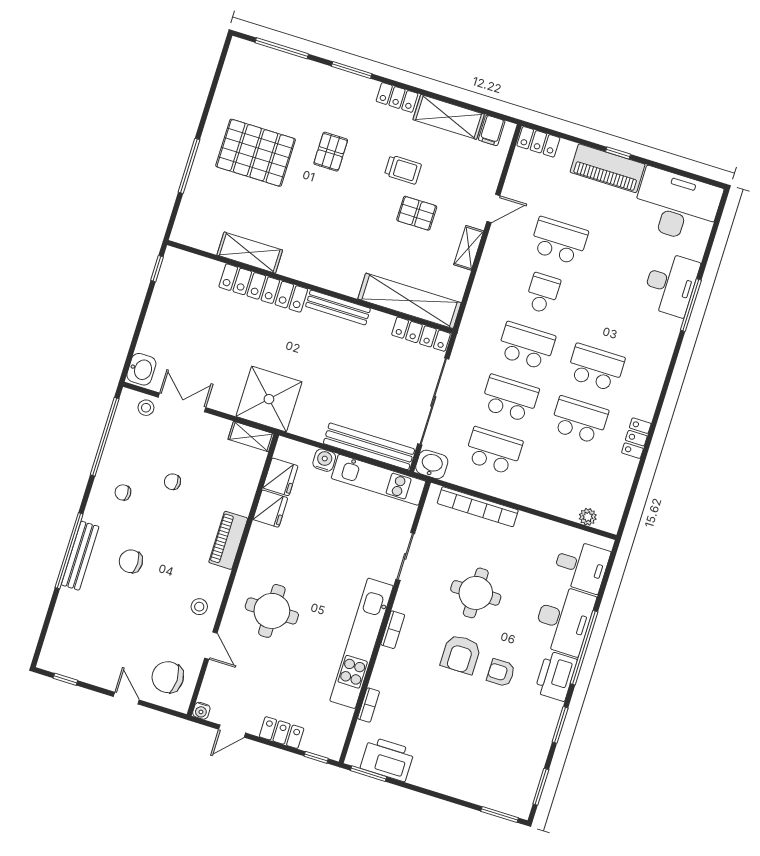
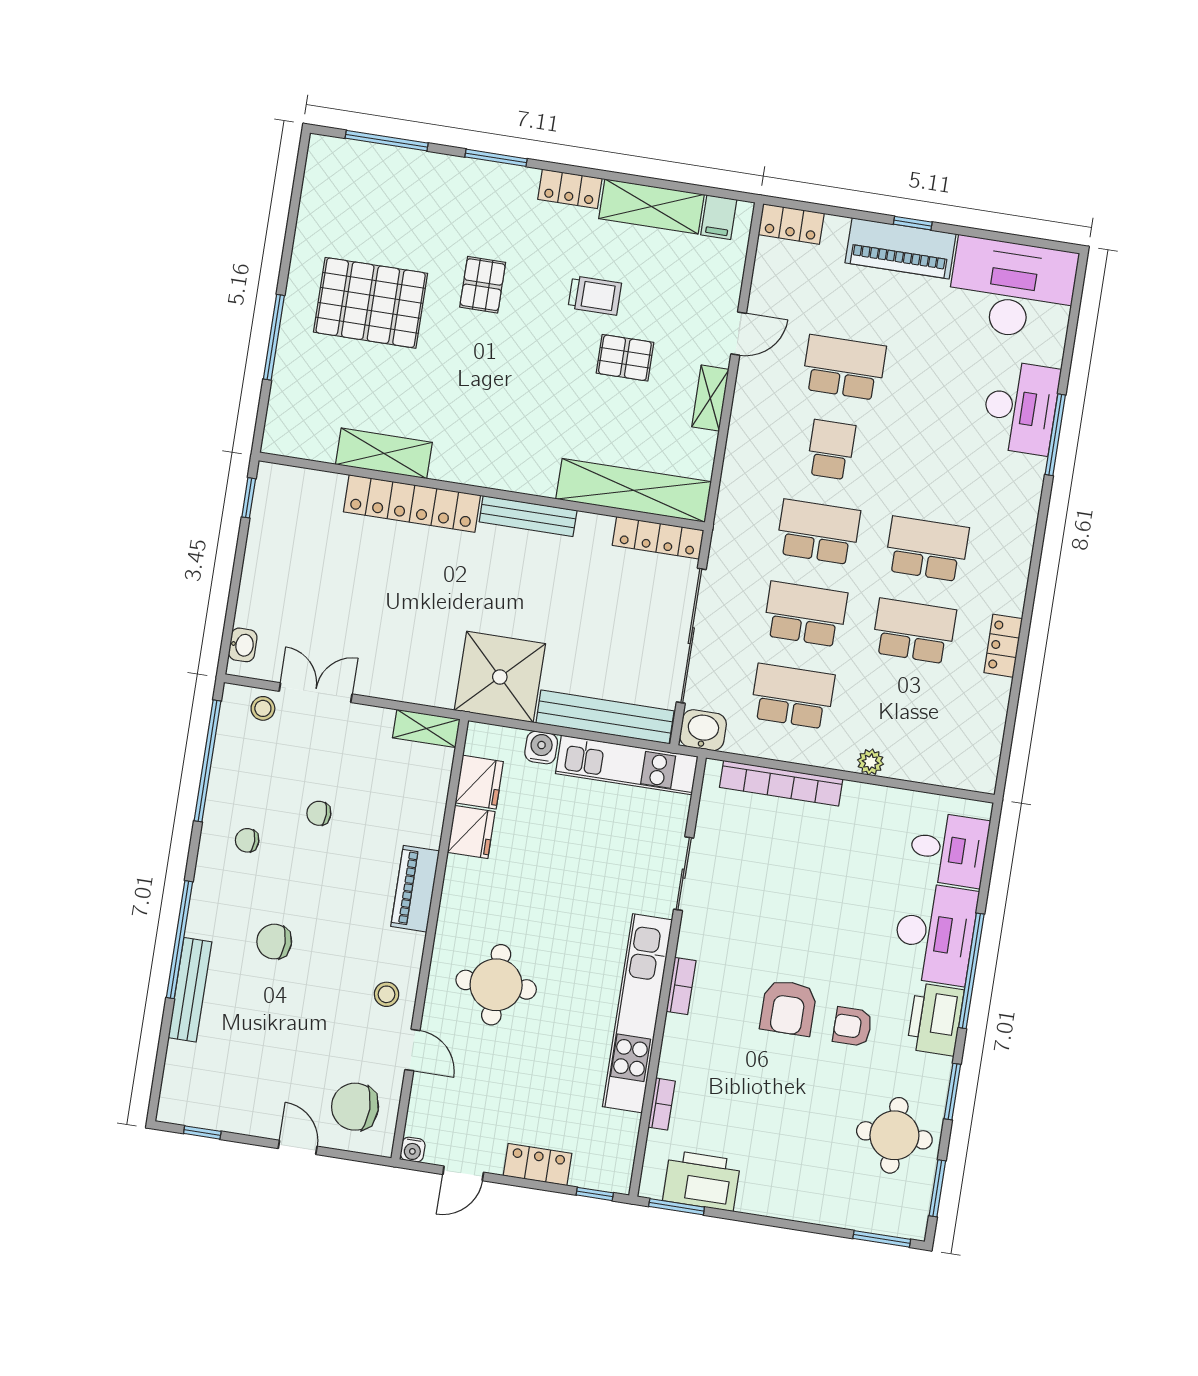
washbasin: (141, 369) -> (243, 645), width x0.72, depth x0.69
shower: (269, 399) -> (500, 677), moved
plant: (588, 517) -> (870, 762), moved
bench: (80, 556) -> (190, 990), moved
round table: (476, 593) -> (894, 1135), moved

